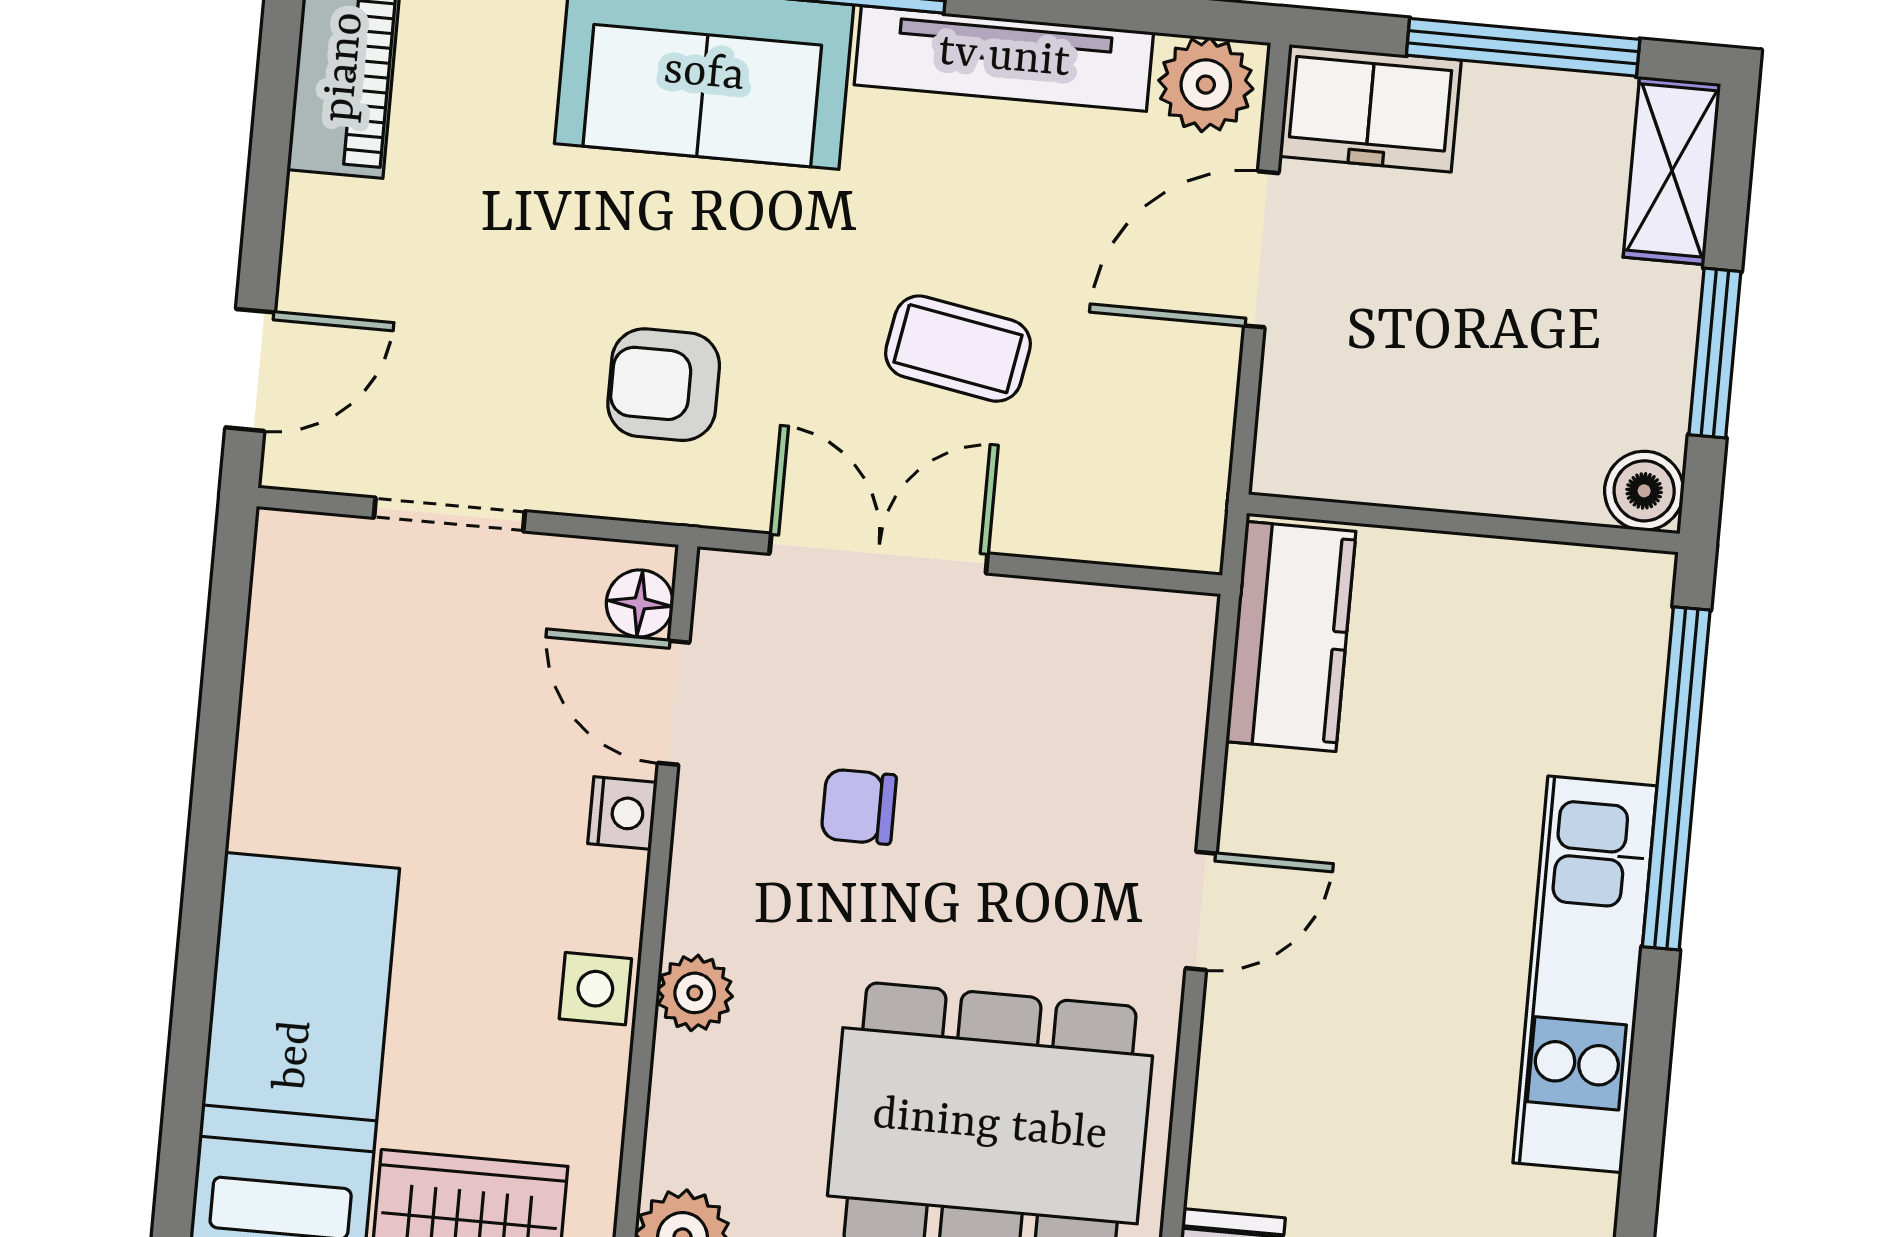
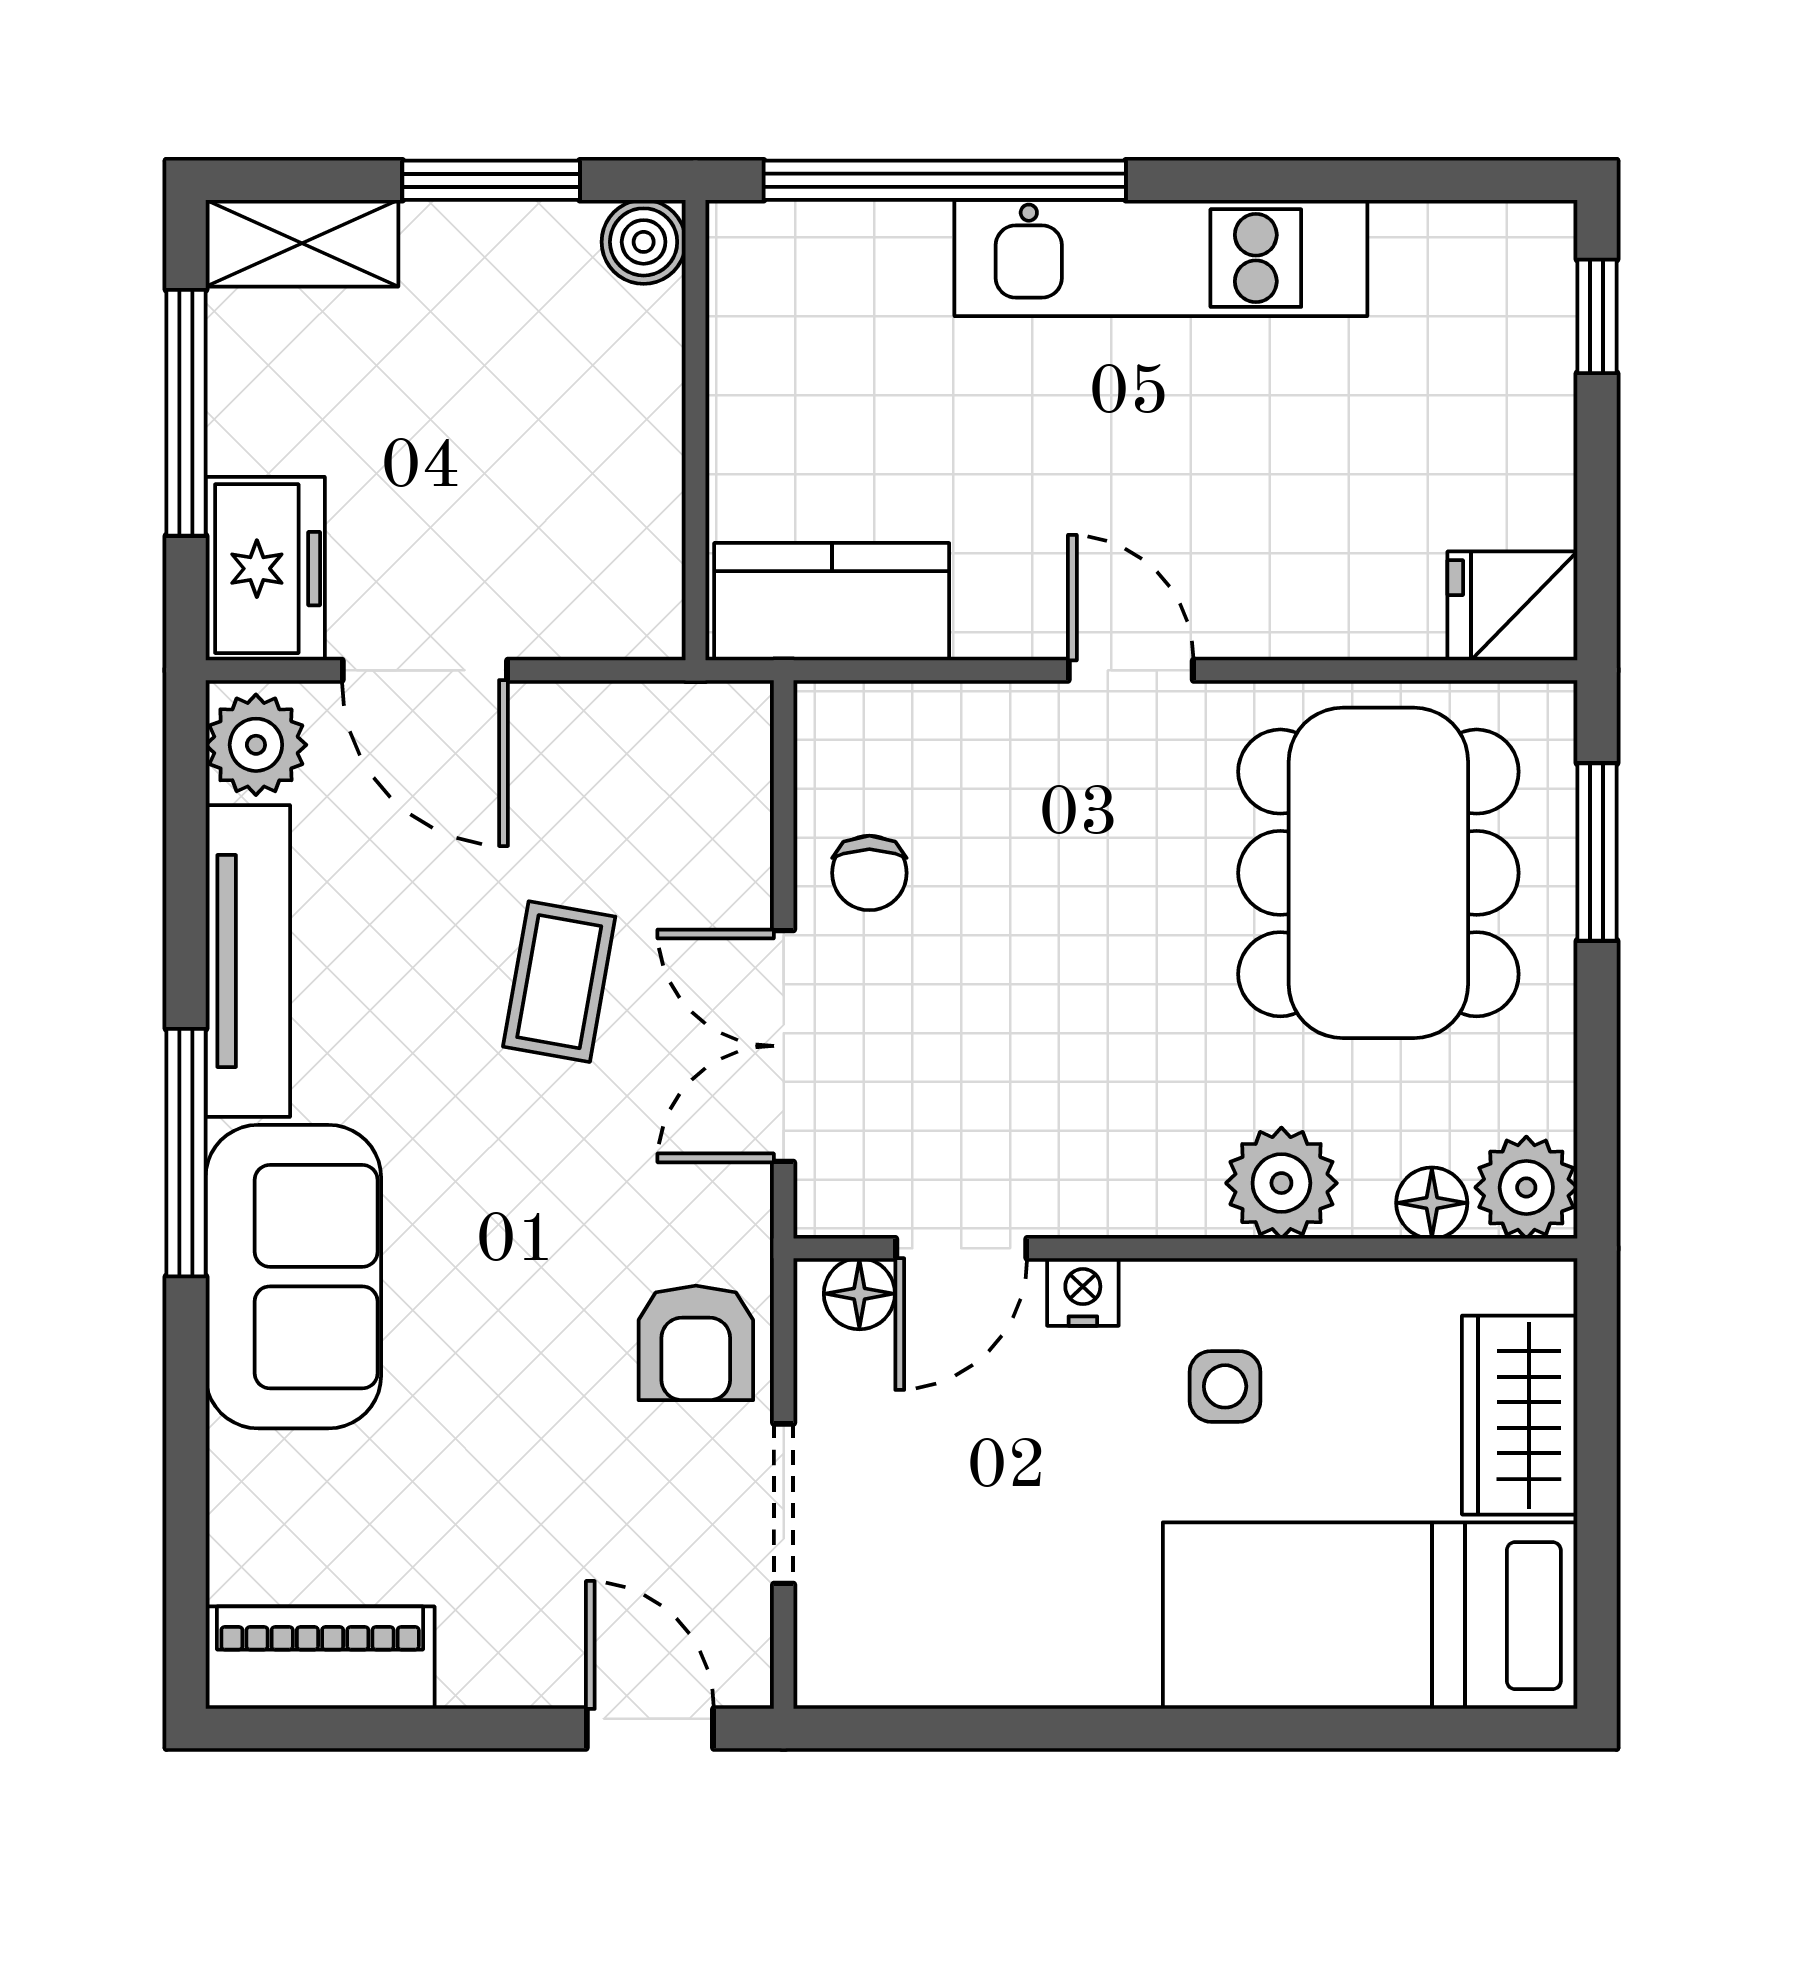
armchair: (664, 385) -> (696, 1343), moved
chair: (859, 807) -> (869, 873), moved
side table: (595, 989) -> (1225, 1386), moved
plant: (695, 993) -> (1281, 1183), width x1.38, depth x1.38
floor lamp: (676, 1148) -> (1432, 1203), added

